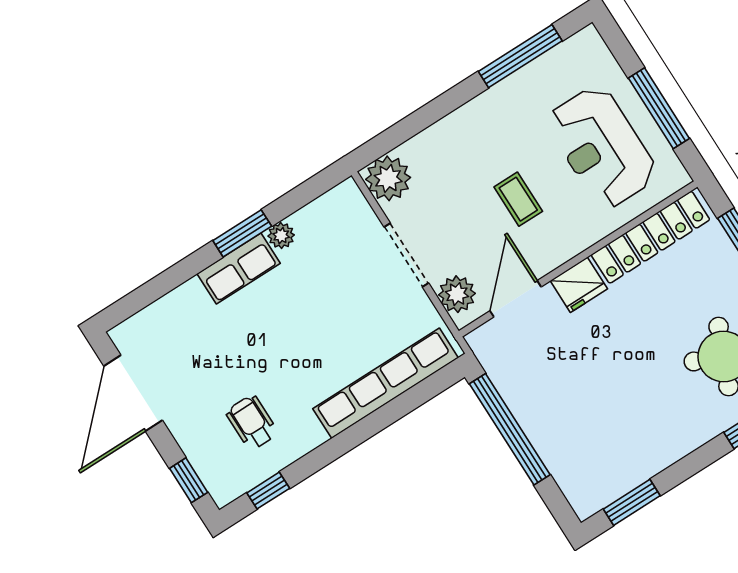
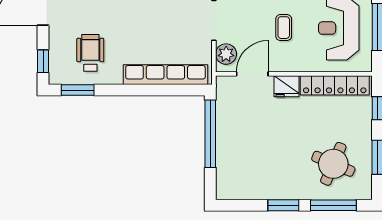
wheelchair: (252, 422) -> (90, 53), width x1.36, depth x1.37
window: (268, 491) -> (78, 90), width x1.50
window: (632, 502) -> (283, 205), moved

